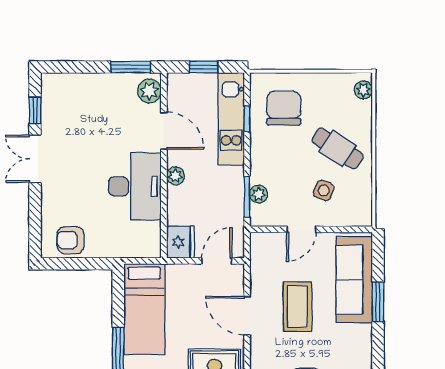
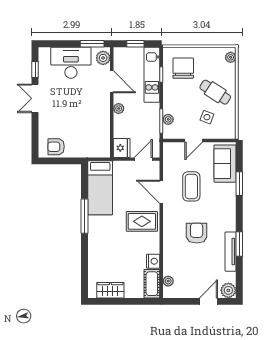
desk: (135, 186) -> (71, 63), moved, turned -90
sofa: (354, 280) -> (225, 164), width x0.73

